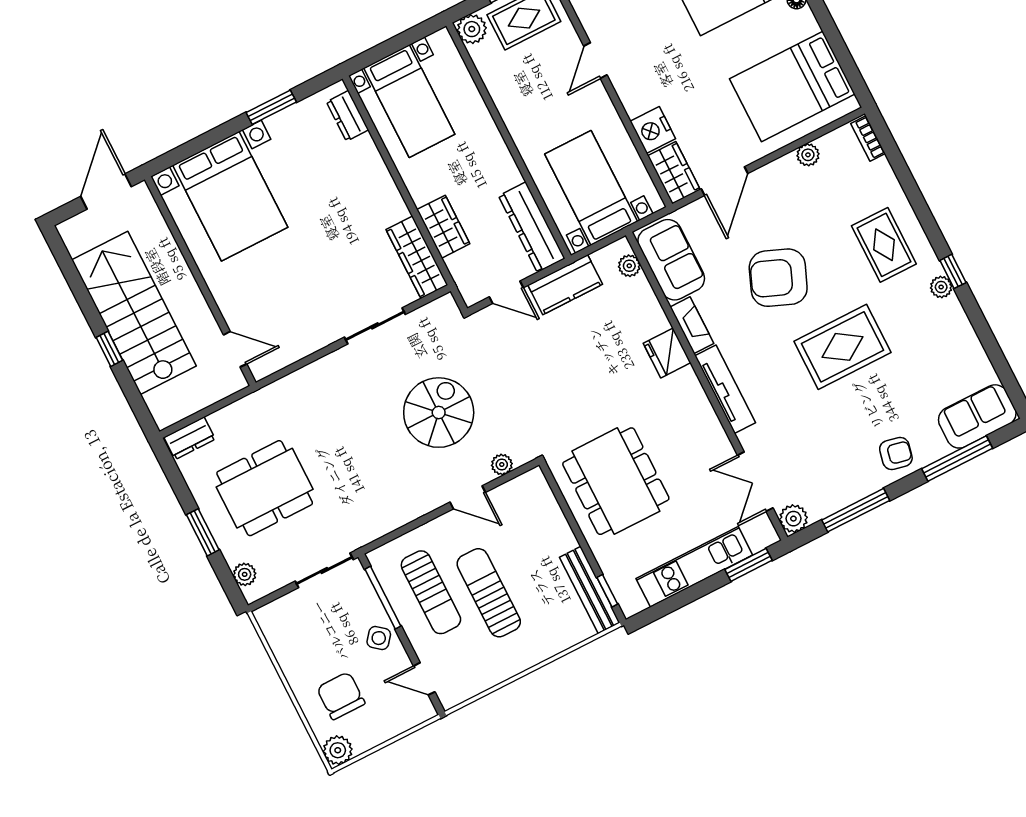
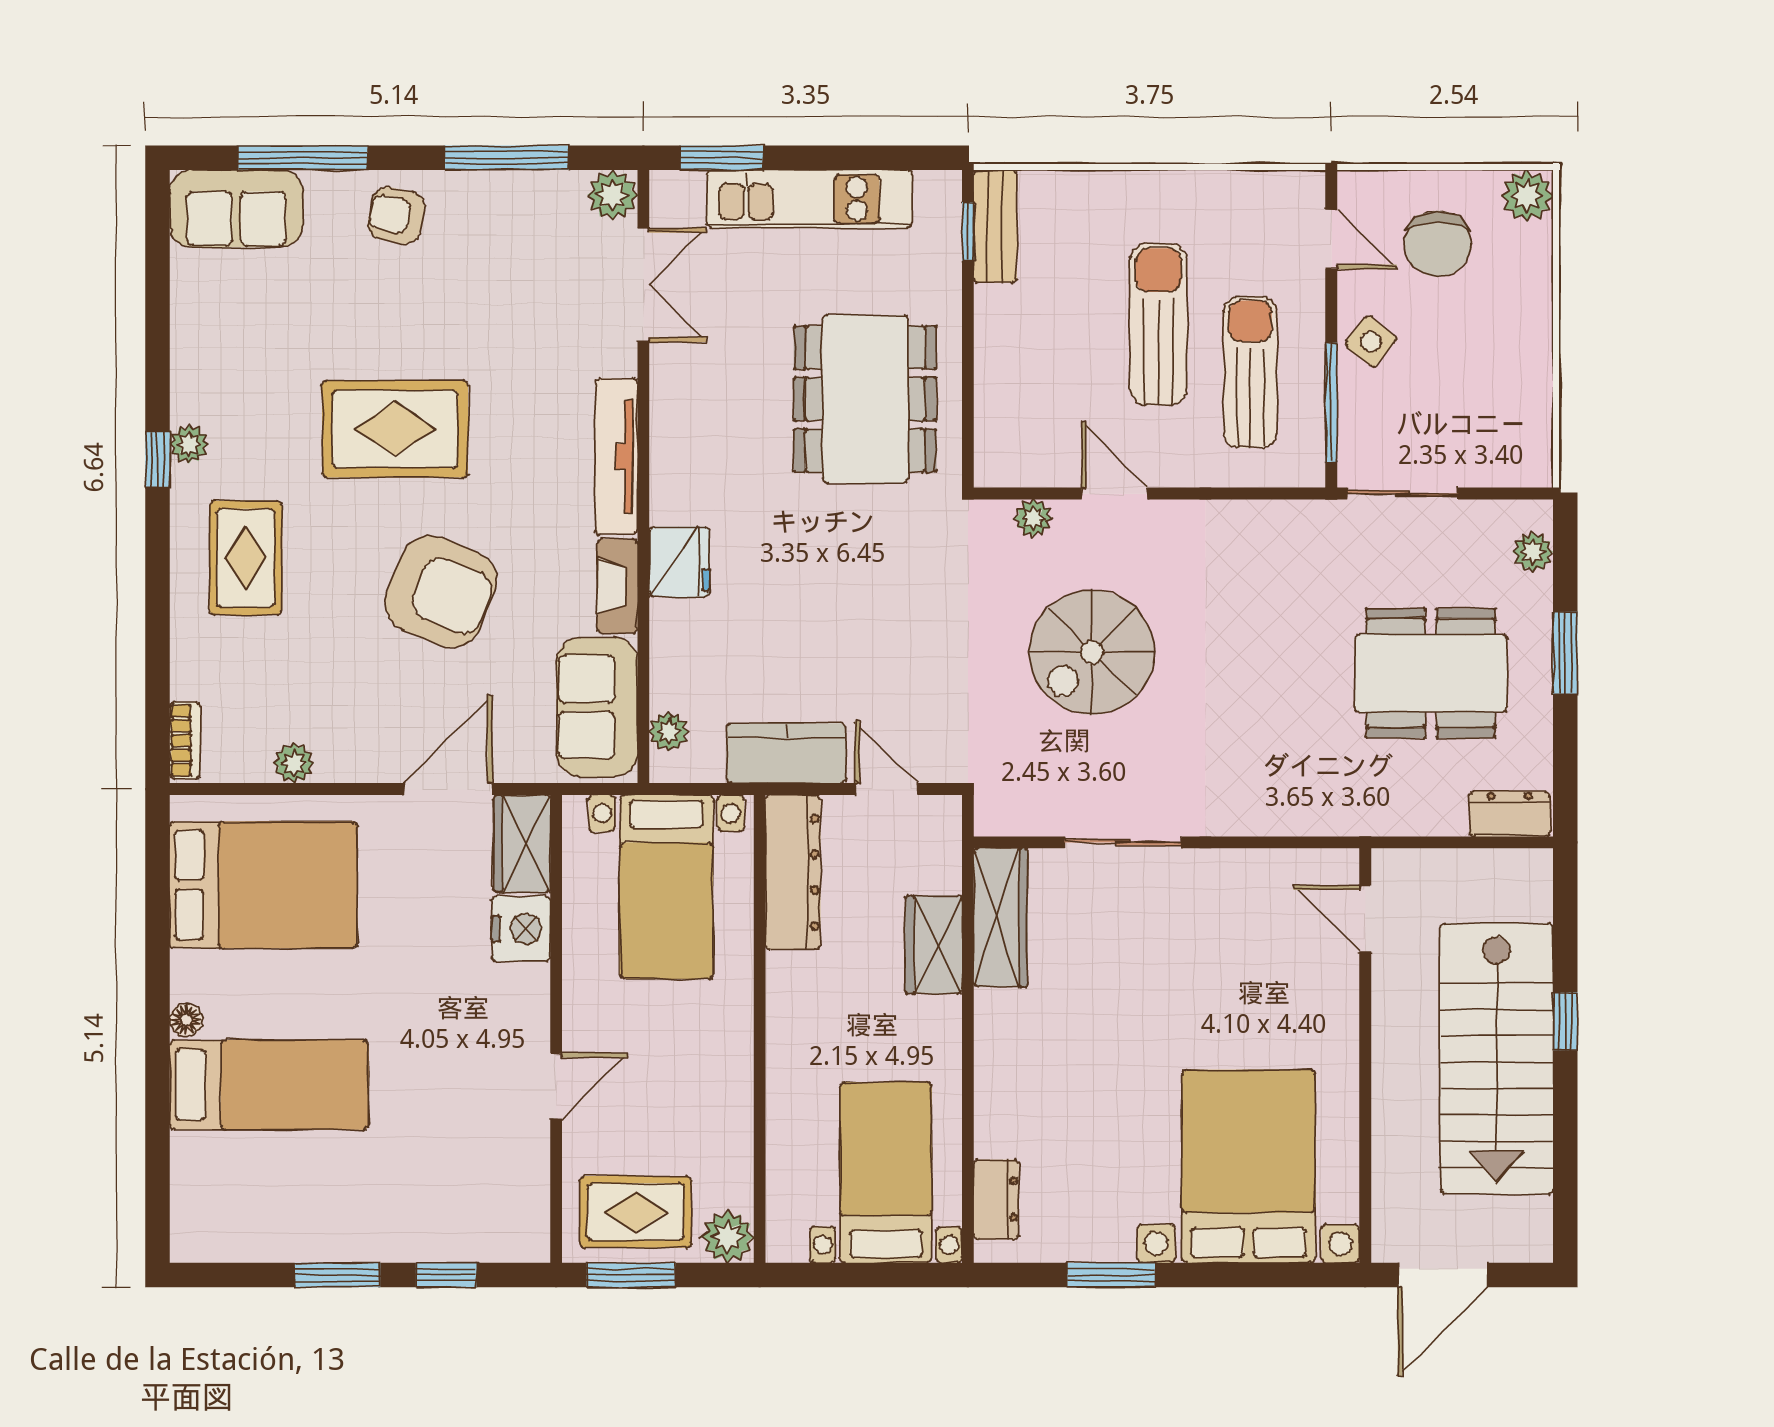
bench: (590, 590) -> (995, 226), width x0.73
sun lounger: (489, 593) -> (1159, 324), turned 180
chair: (341, 696) -> (1438, 244), moved

